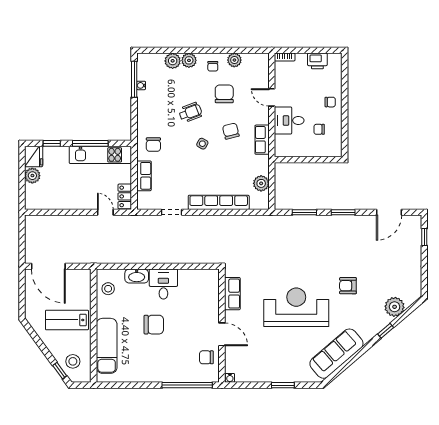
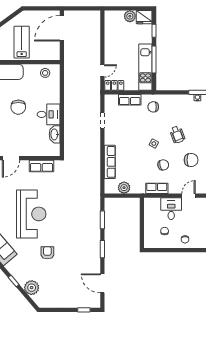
row of seats: (219, 202) -> (110, 162), width x0.73
washbasin: (137, 276) -> (55, 134), moved

